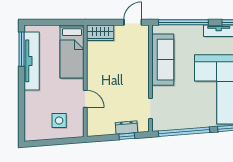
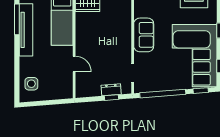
sofa: (163, 60) -> (144, 35), width x0.73
side table: (59, 121) -> (31, 84), moved

